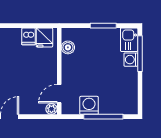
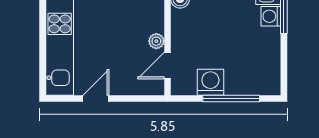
plant: (51, 109) -> (156, 41), moved

